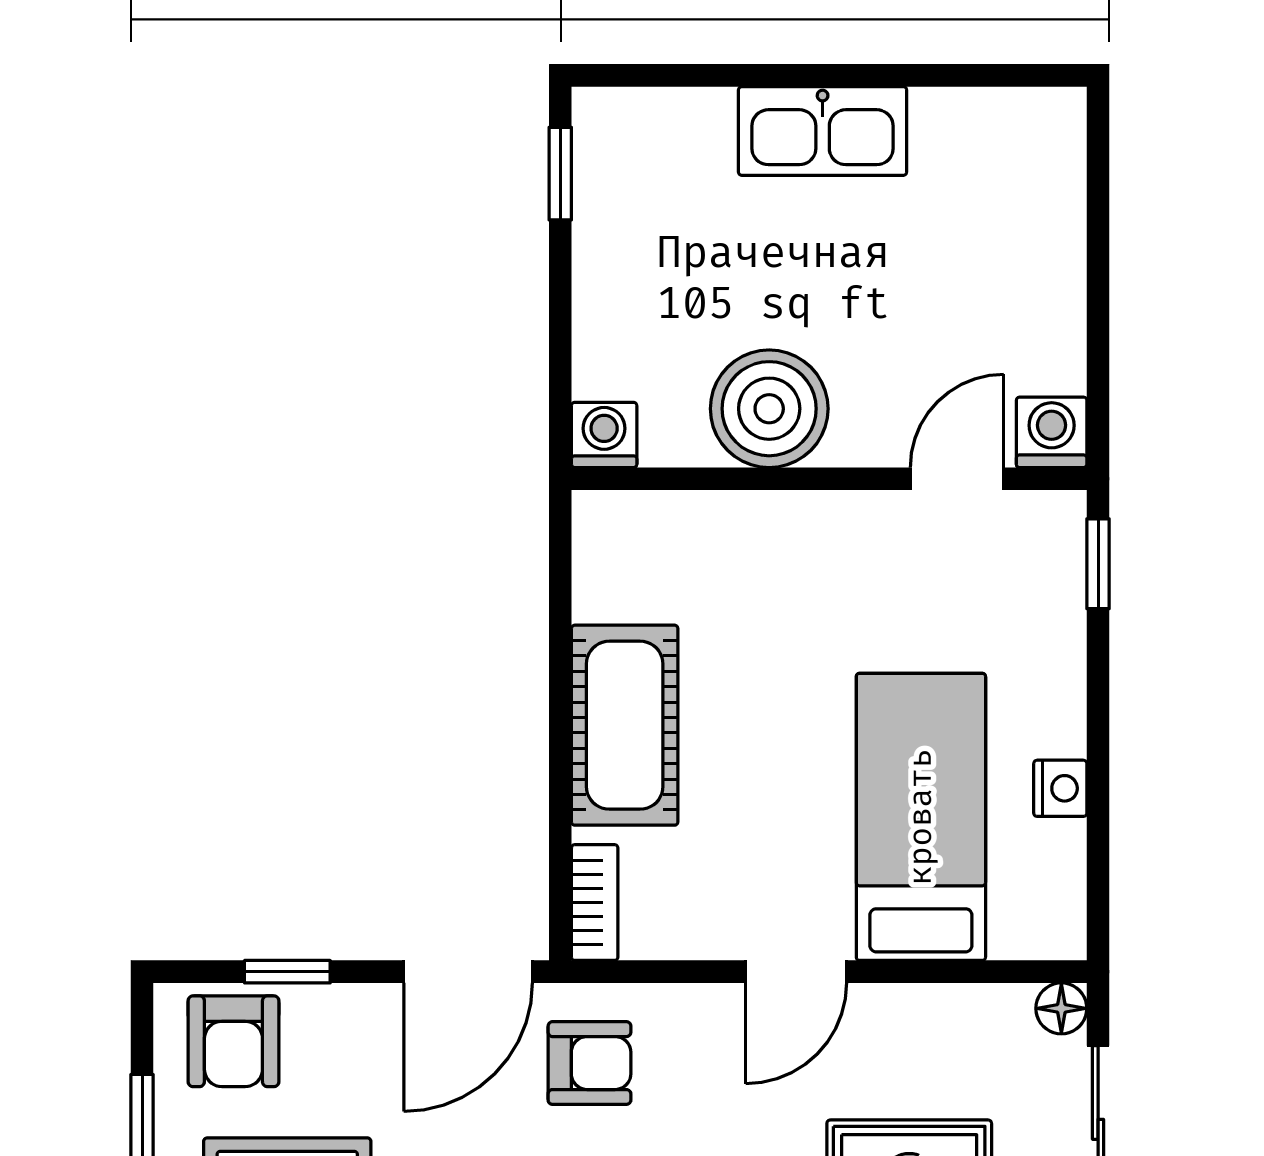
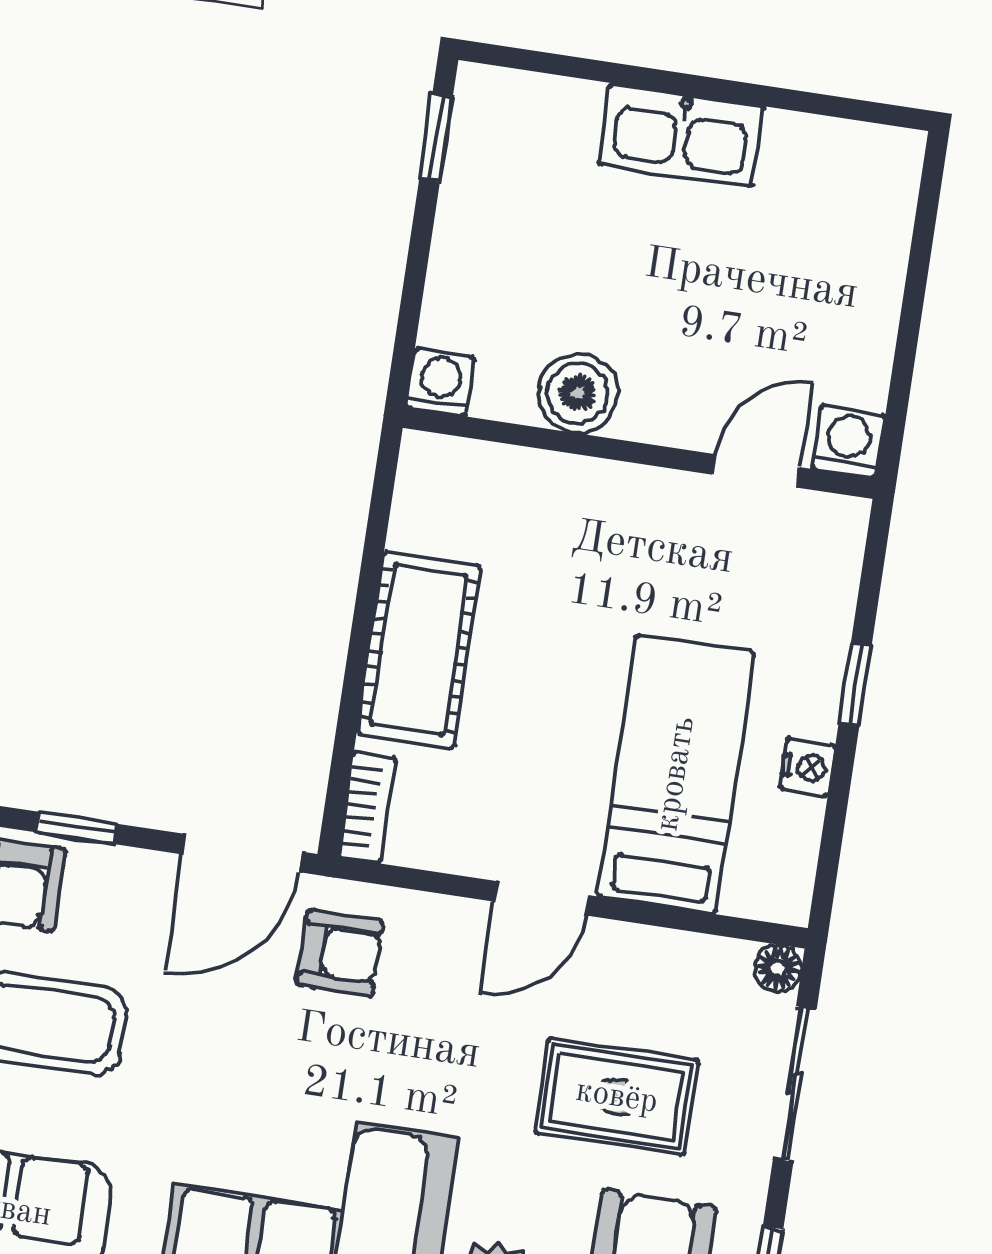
boiler: (769, 409) -> (578, 393), width x0.73, depth x0.73
window: (1098, 564) -> (855, 684), moved

